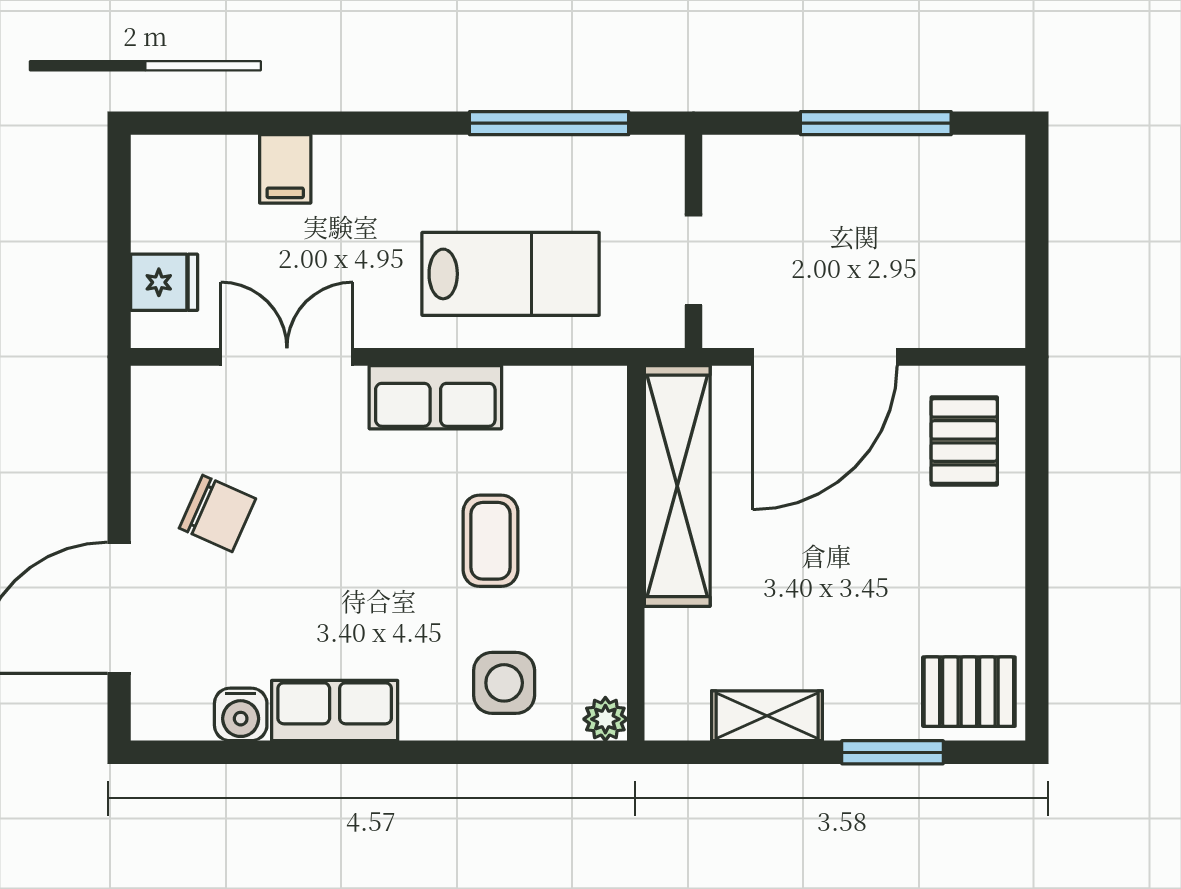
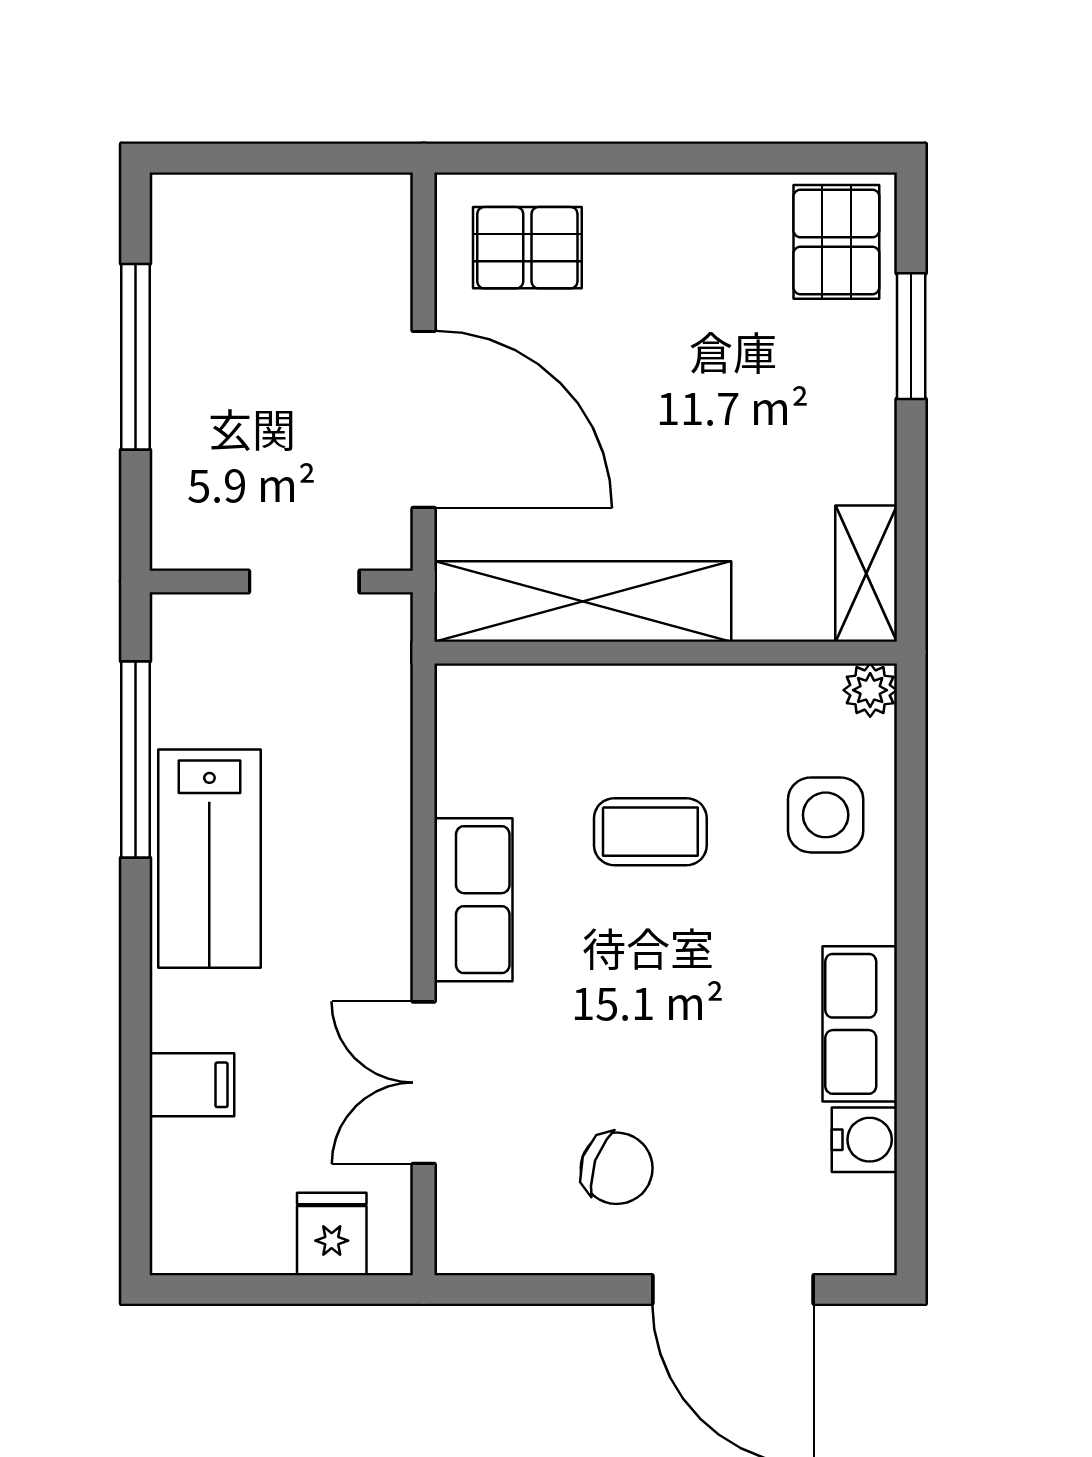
lab bench: (511, 274) -> (209, 859), moved, turned 180
chair: (217, 513) -> (617, 1168), turned 85
shelving: (767, 716) -> (866, 574), moved

